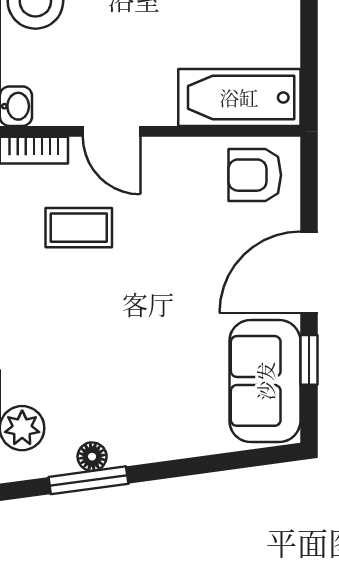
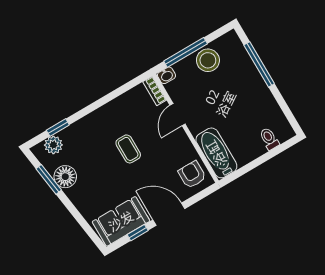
coffee table: (79, 228) -> (128, 149), moved
floor lamp: (92, 457) -> (65, 177), width x1.89, depth x1.89

